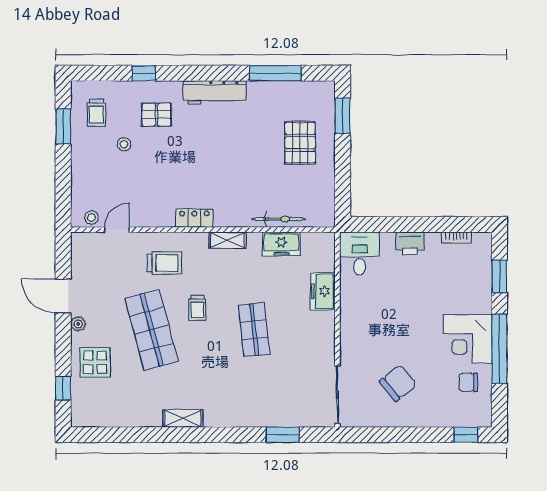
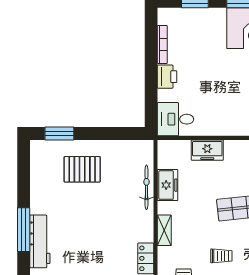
window: (275, 73) -> (24, 230), moved
bookcase: (456, 238) -> (162, 45), width x1.56

